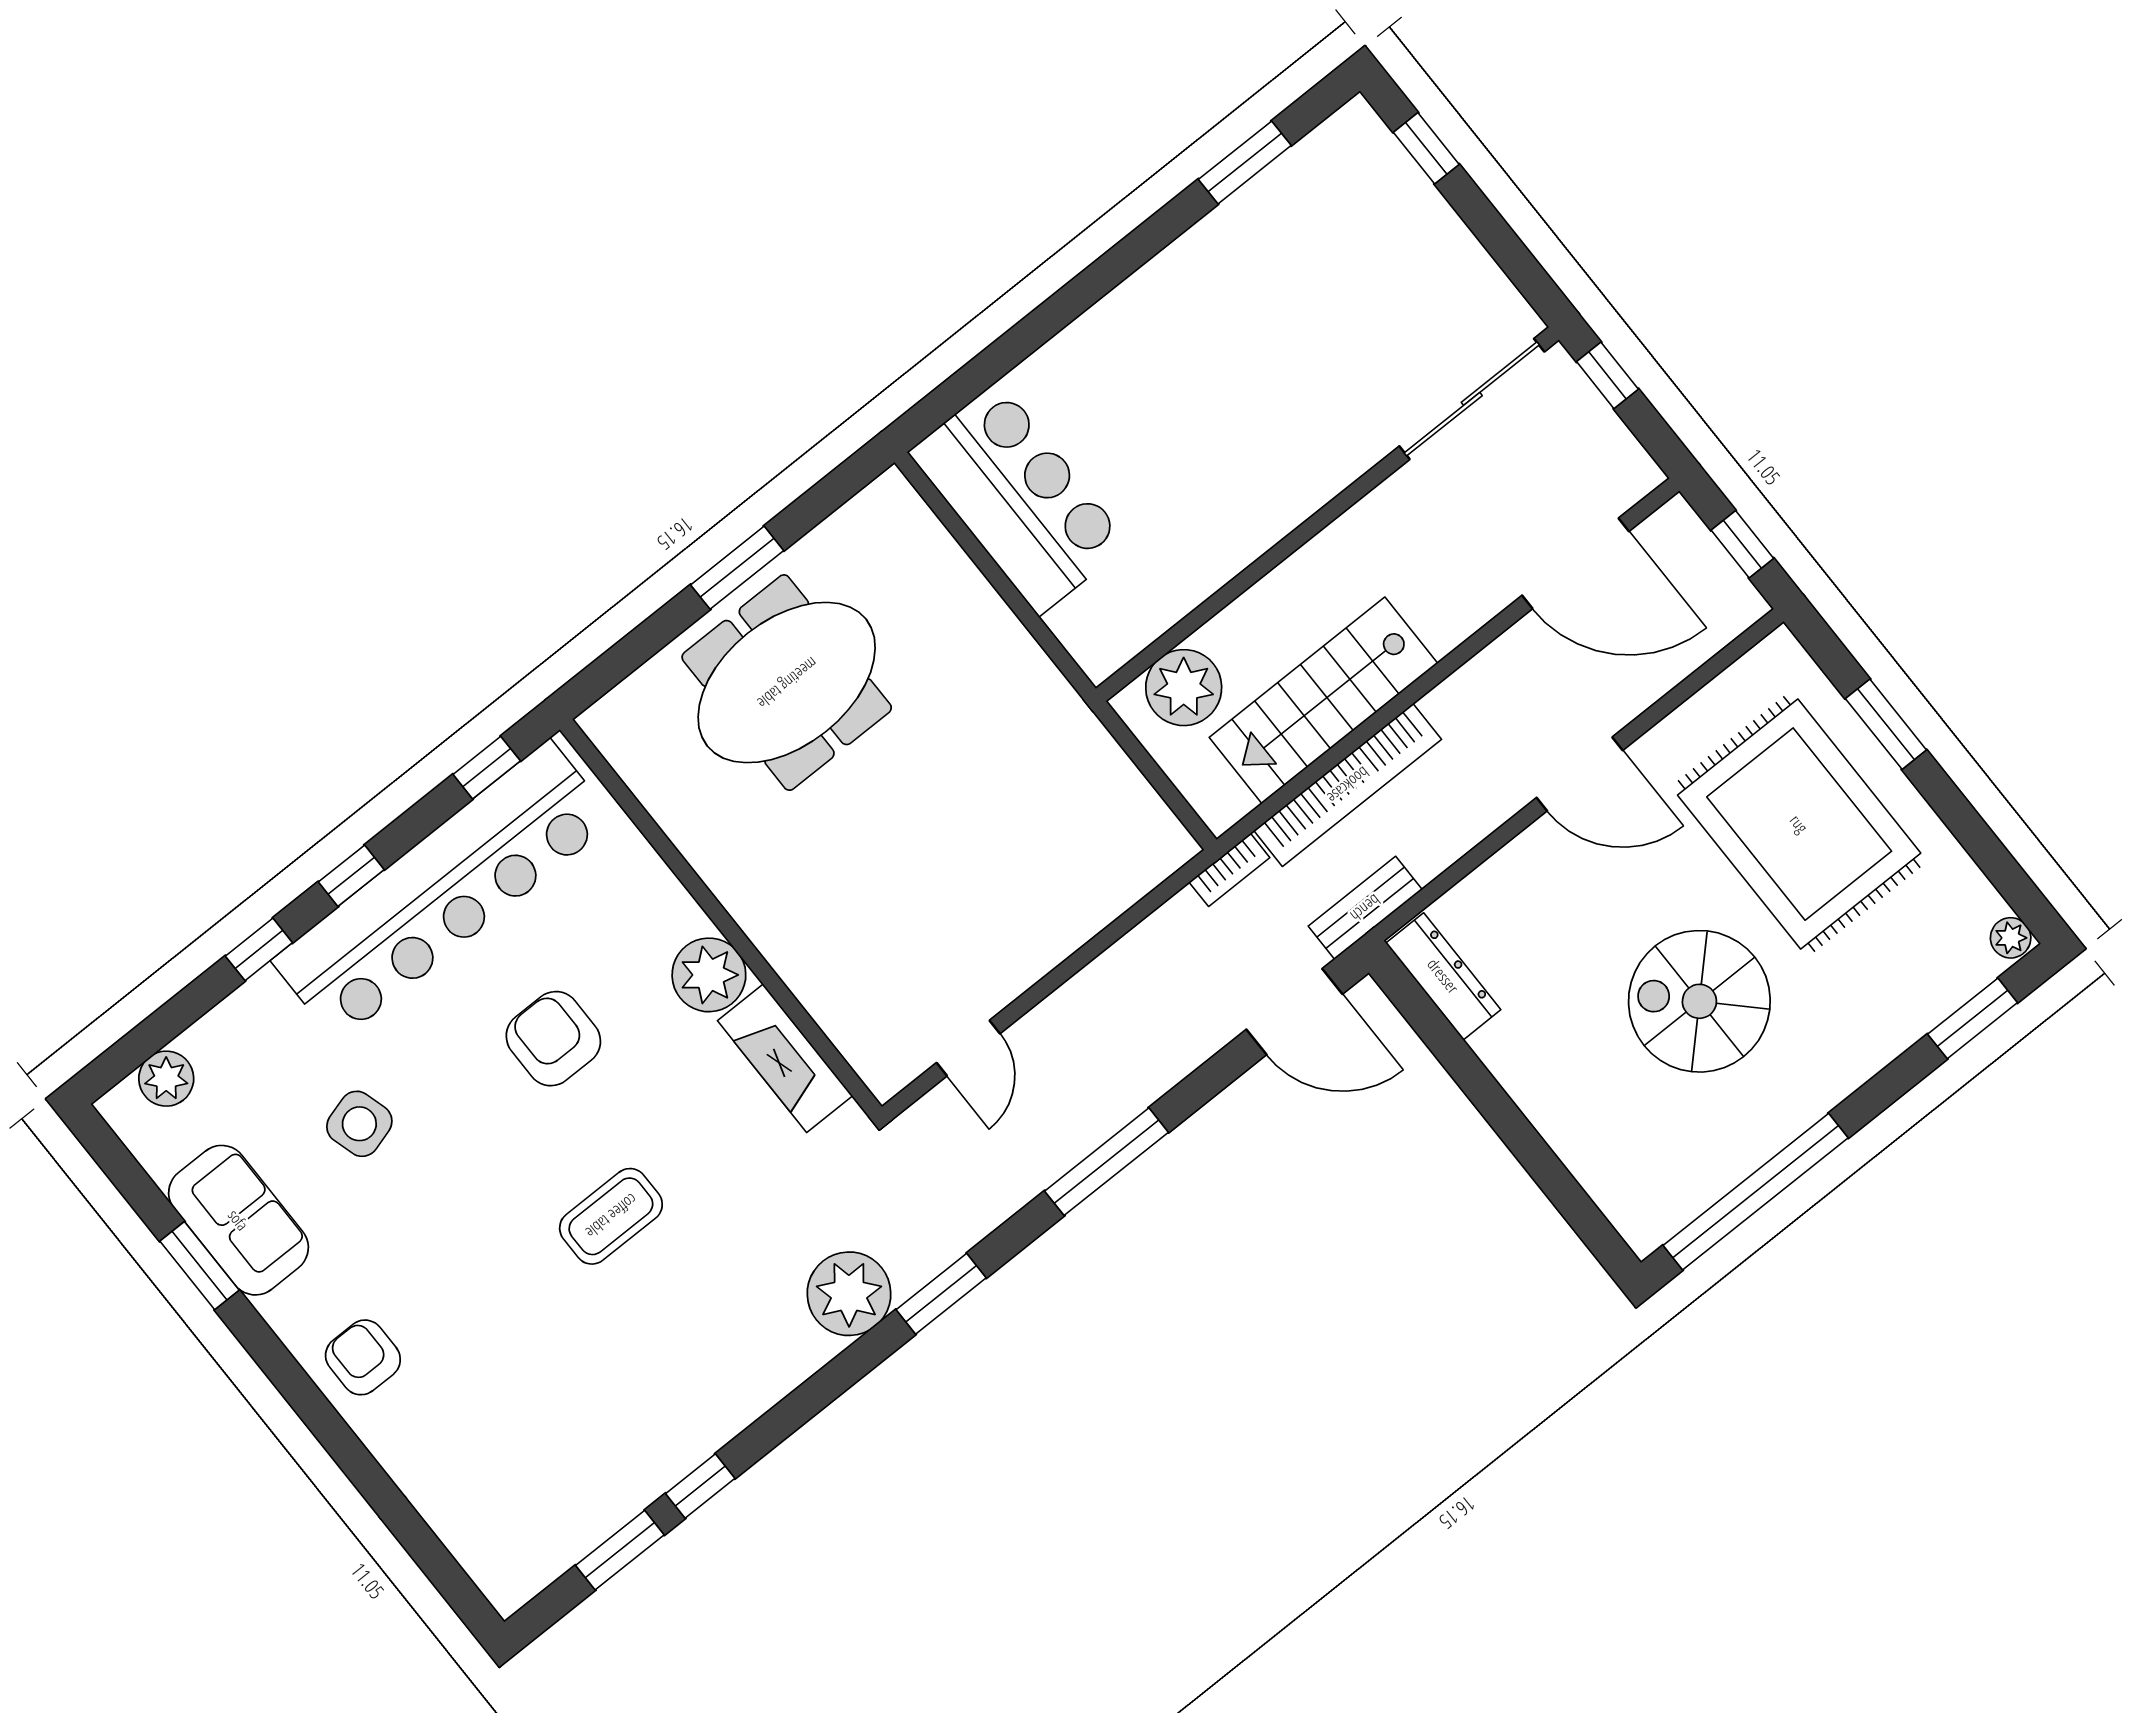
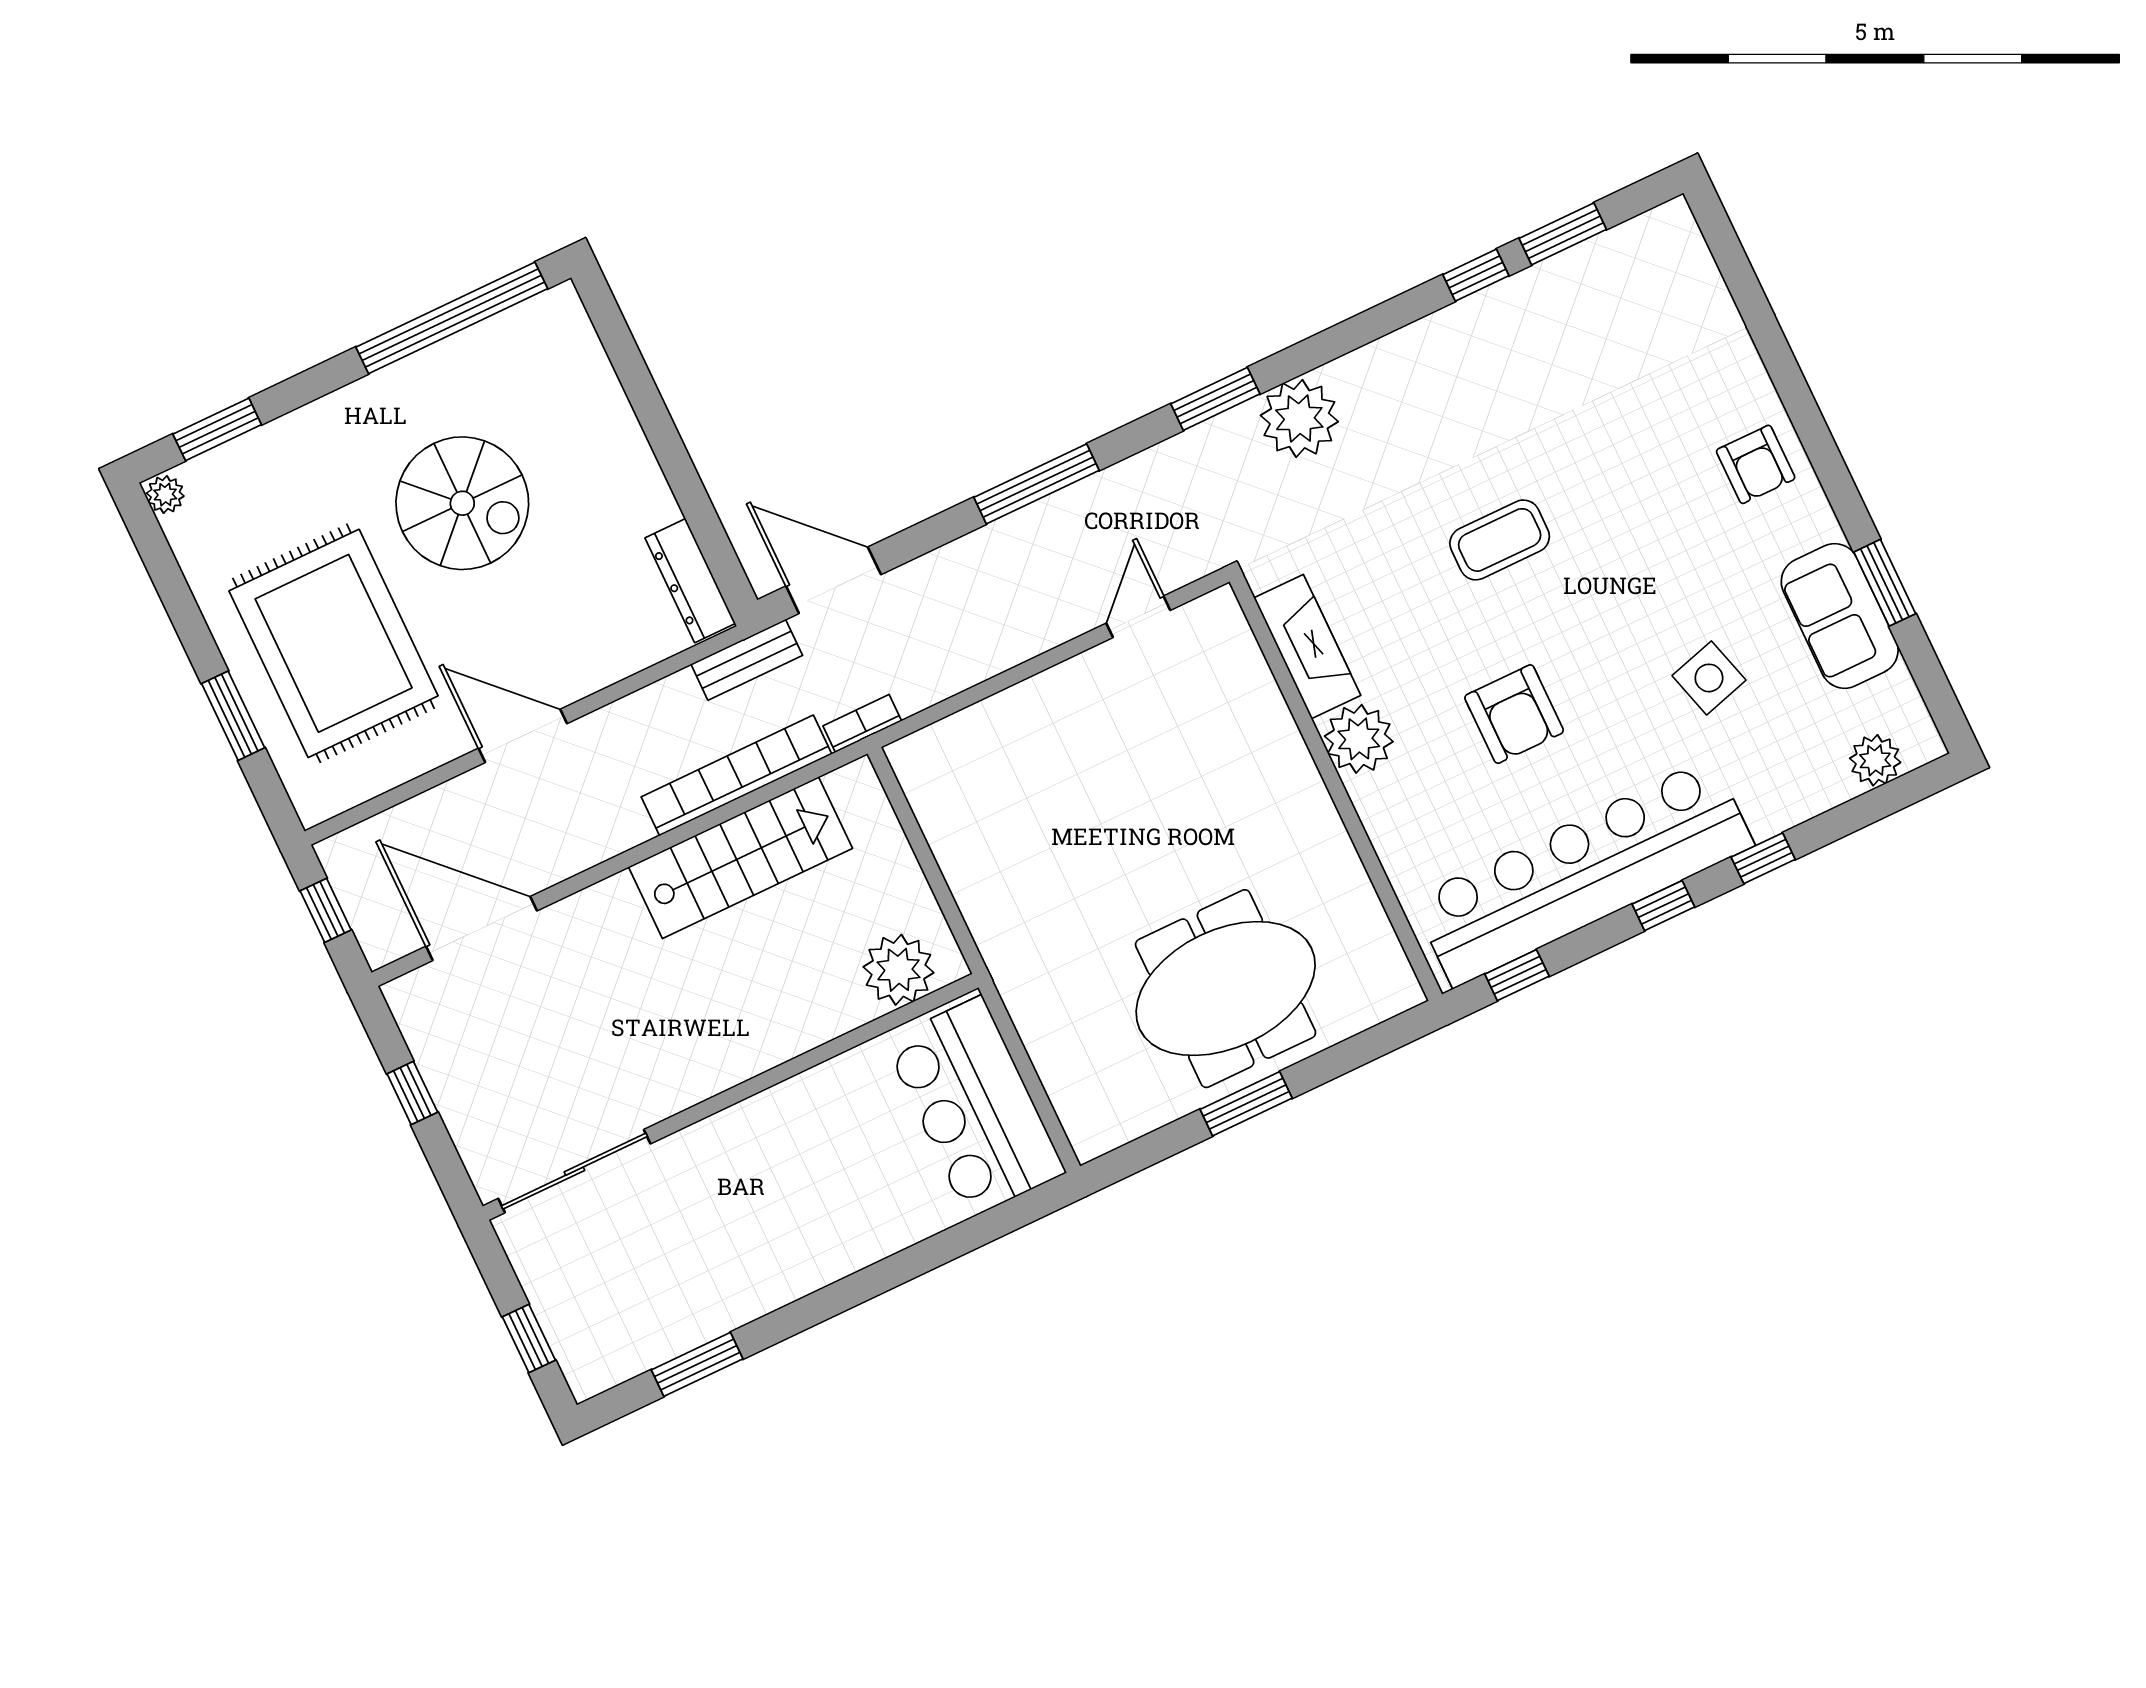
sliding door: (1472, 399) -> (574, 1171), moved
wall: (1327, 514) -> (731, 1097), moved
plant: (1184, 688) -> (898, 970), moved

